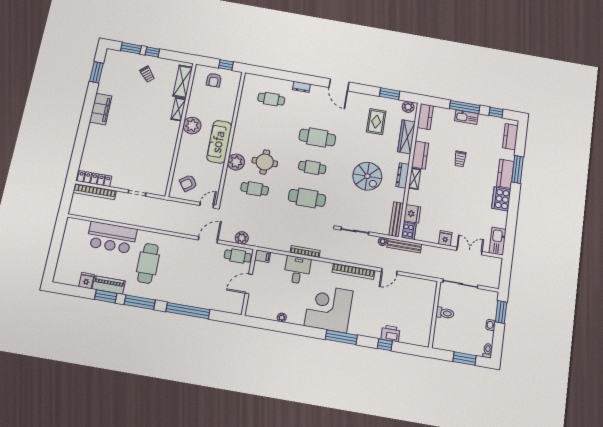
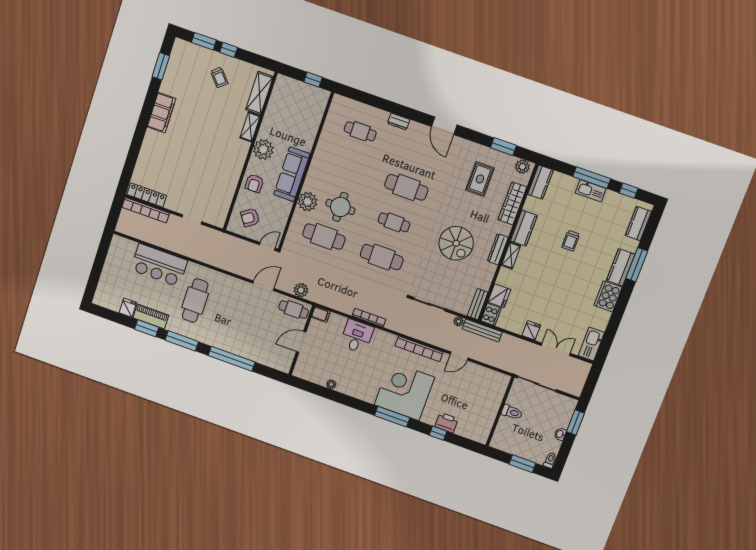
armchair: (214, 80) -> (254, 183), moved
cafe table: (255, 189) -> (324, 237), width x1.37, depth x1.35
bench: (396, 219) -> (478, 304), width x0.73
corner desk: (329, 308) -> (404, 391), moved

